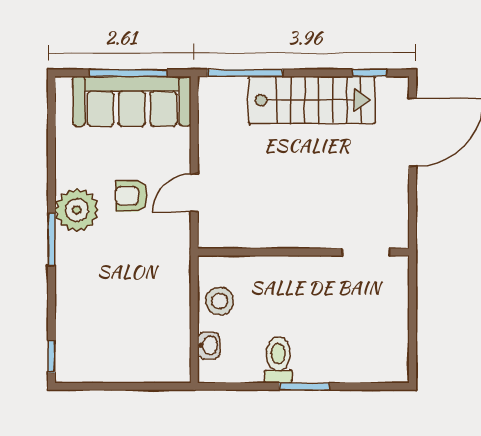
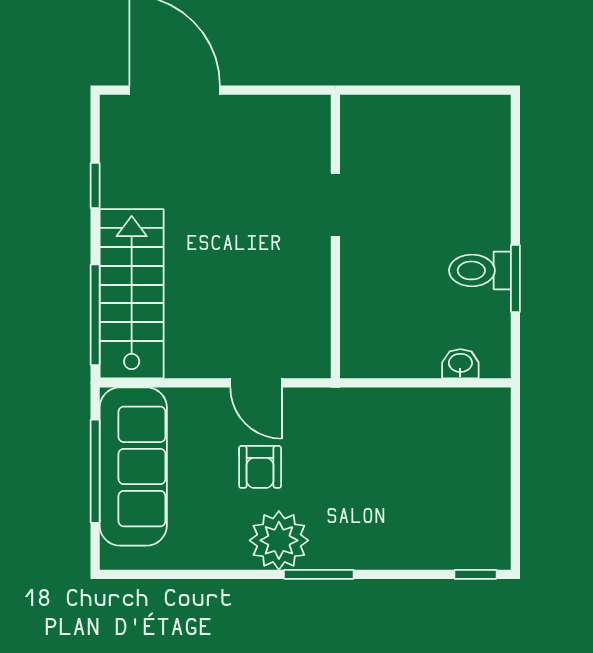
window: (370, 73) -> (95, 186), moved
stairs: (312, 100) -> (132, 294), moved
doorway: (366, 252) -> (335, 205), moved
stool: (220, 301) -> (401, 349), removed
window: (304, 386) -> (515, 278), moved

